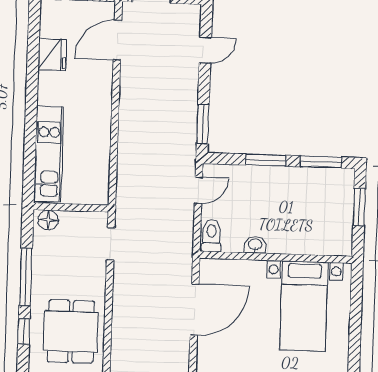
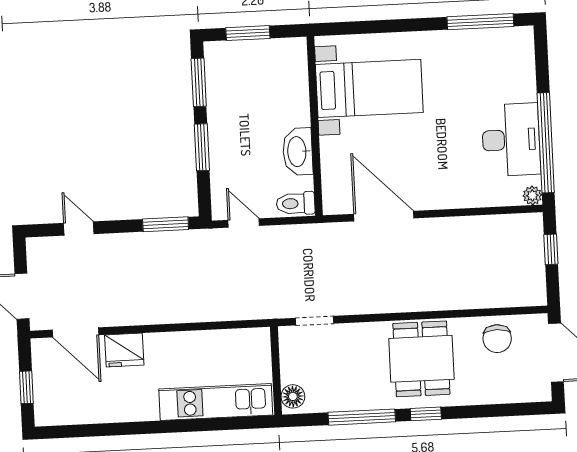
fridge: (52, 54) -> (124, 350), moved, turned 180
washbasin: (255, 245) -> (298, 152), width x1.91, depth x1.45
dining table: (71, 331) -> (421, 359), turned 90

